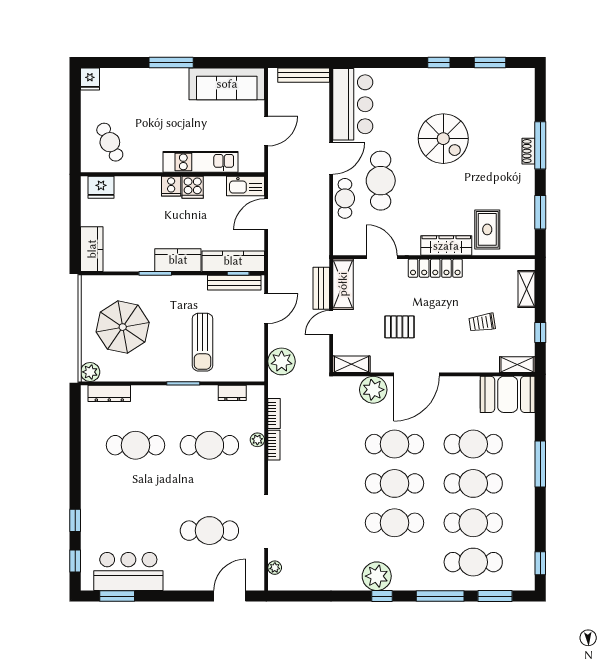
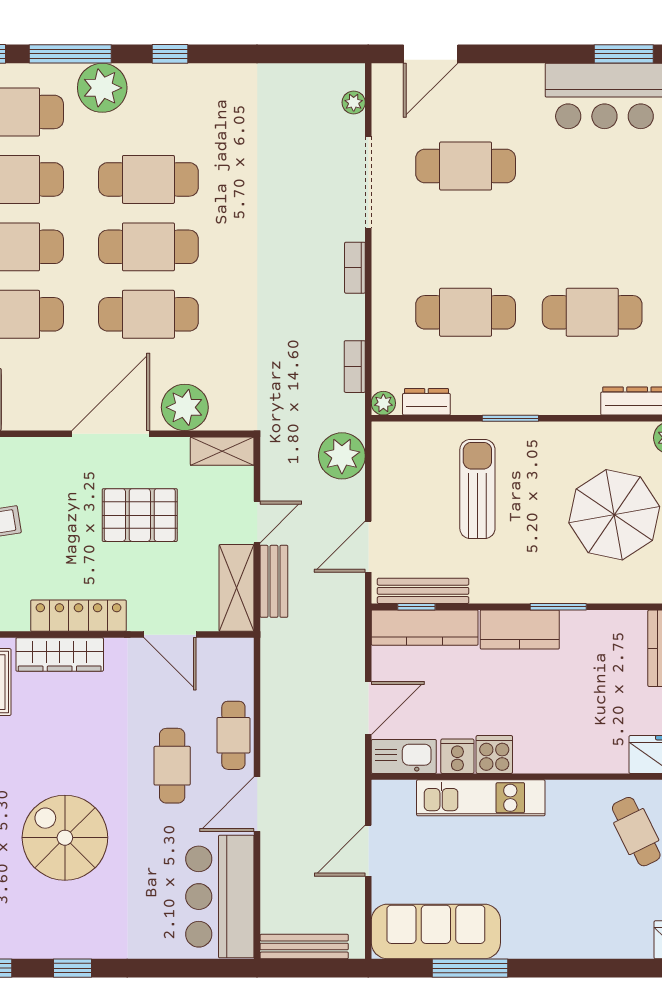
window: (171, 62) -> (470, 968), moved
cafe table: (381, 181) -> (172, 766), width x0.73, depth x0.74
cooker: (171, 186) -> (457, 756), moved
pallet: (400, 327) -> (140, 515), width x1.50, depth x1.42
plant: (257, 440) -> (383, 403), moved
bookcase: (274, 445) -> (355, 268), moved
plant: (377, 576) -> (102, 88), moved

